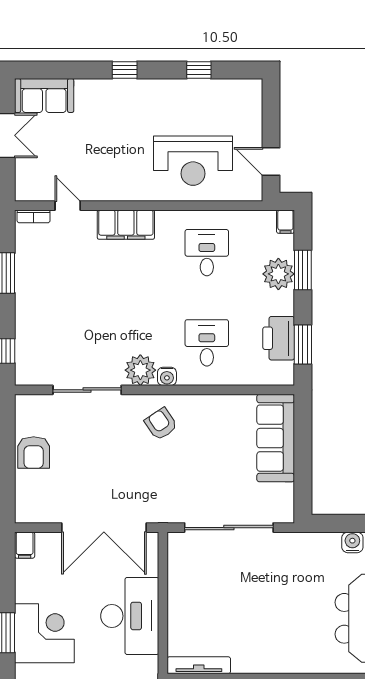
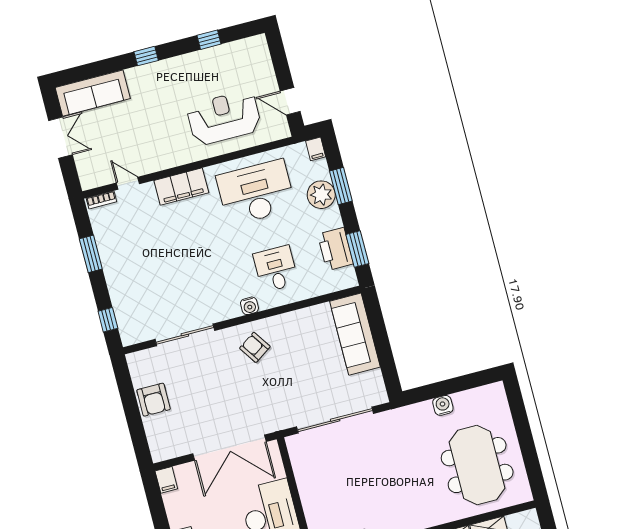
sofa: (44, 96) -> (93, 93), width x1.36
reception desk: (193, 161) -> (224, 118), turned 180
desk: (207, 253) -> (256, 192), width x1.87, depth x1.30
plant: (140, 370) -> (226, 306), removed

